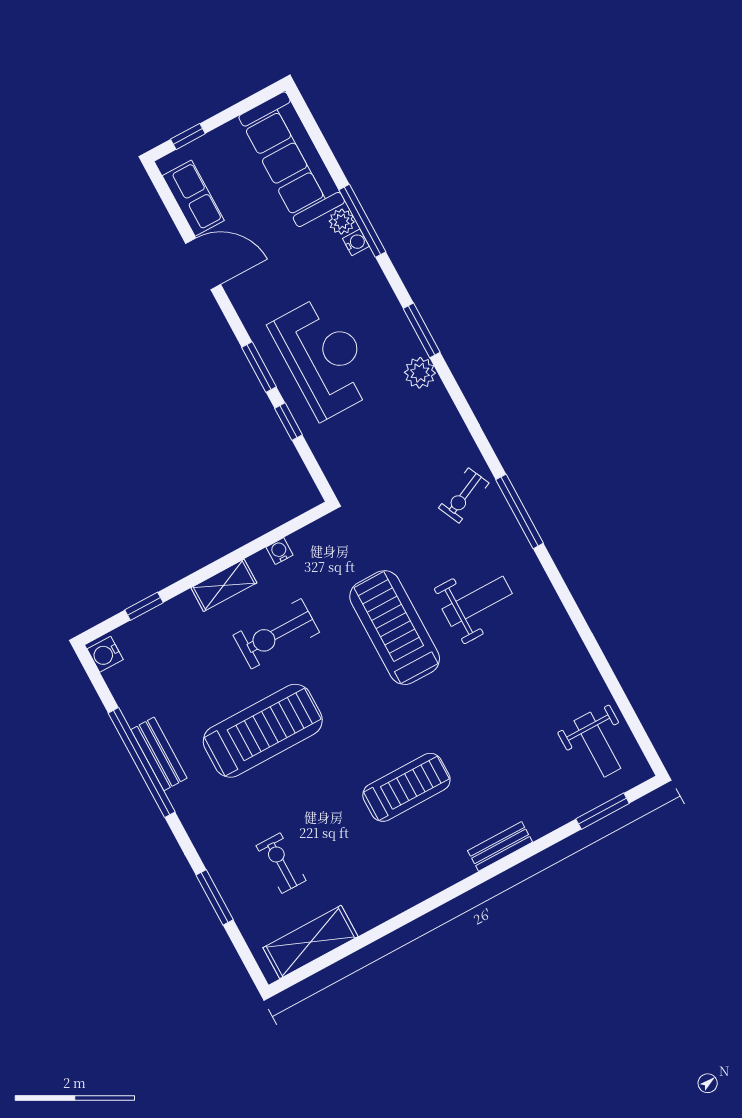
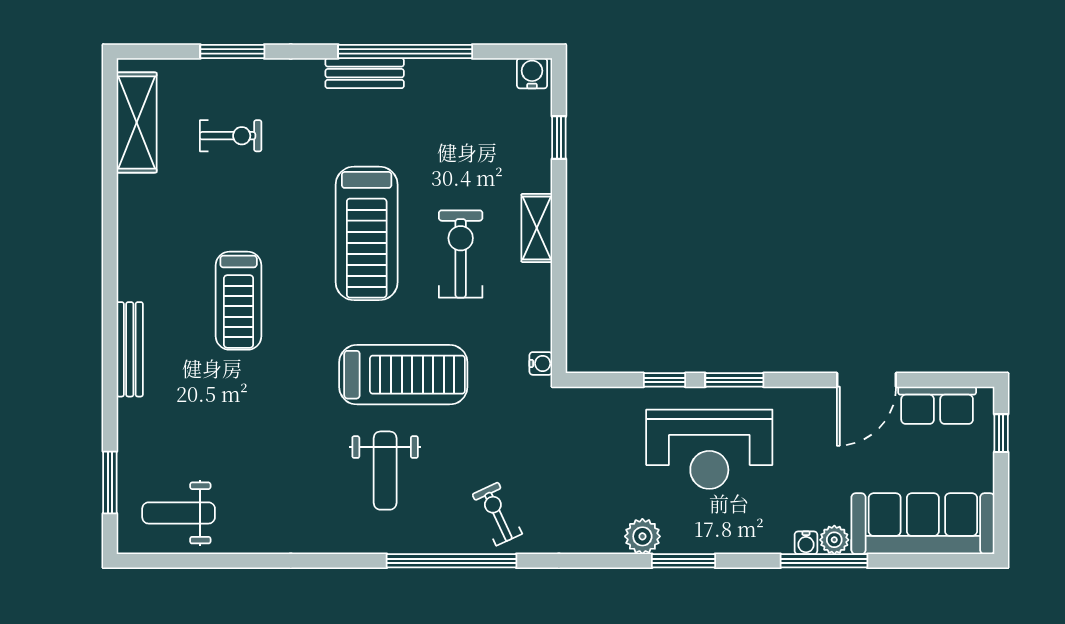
window: (520, 511) -> (451, 561), width x1.46
water cooler: (280, 551) -> (541, 363), moved
treadmill: (263, 731) -> (367, 233), moved
bench: (159, 754) -> (365, 73), moved
bench: (500, 846) -> (130, 349), width x1.36

